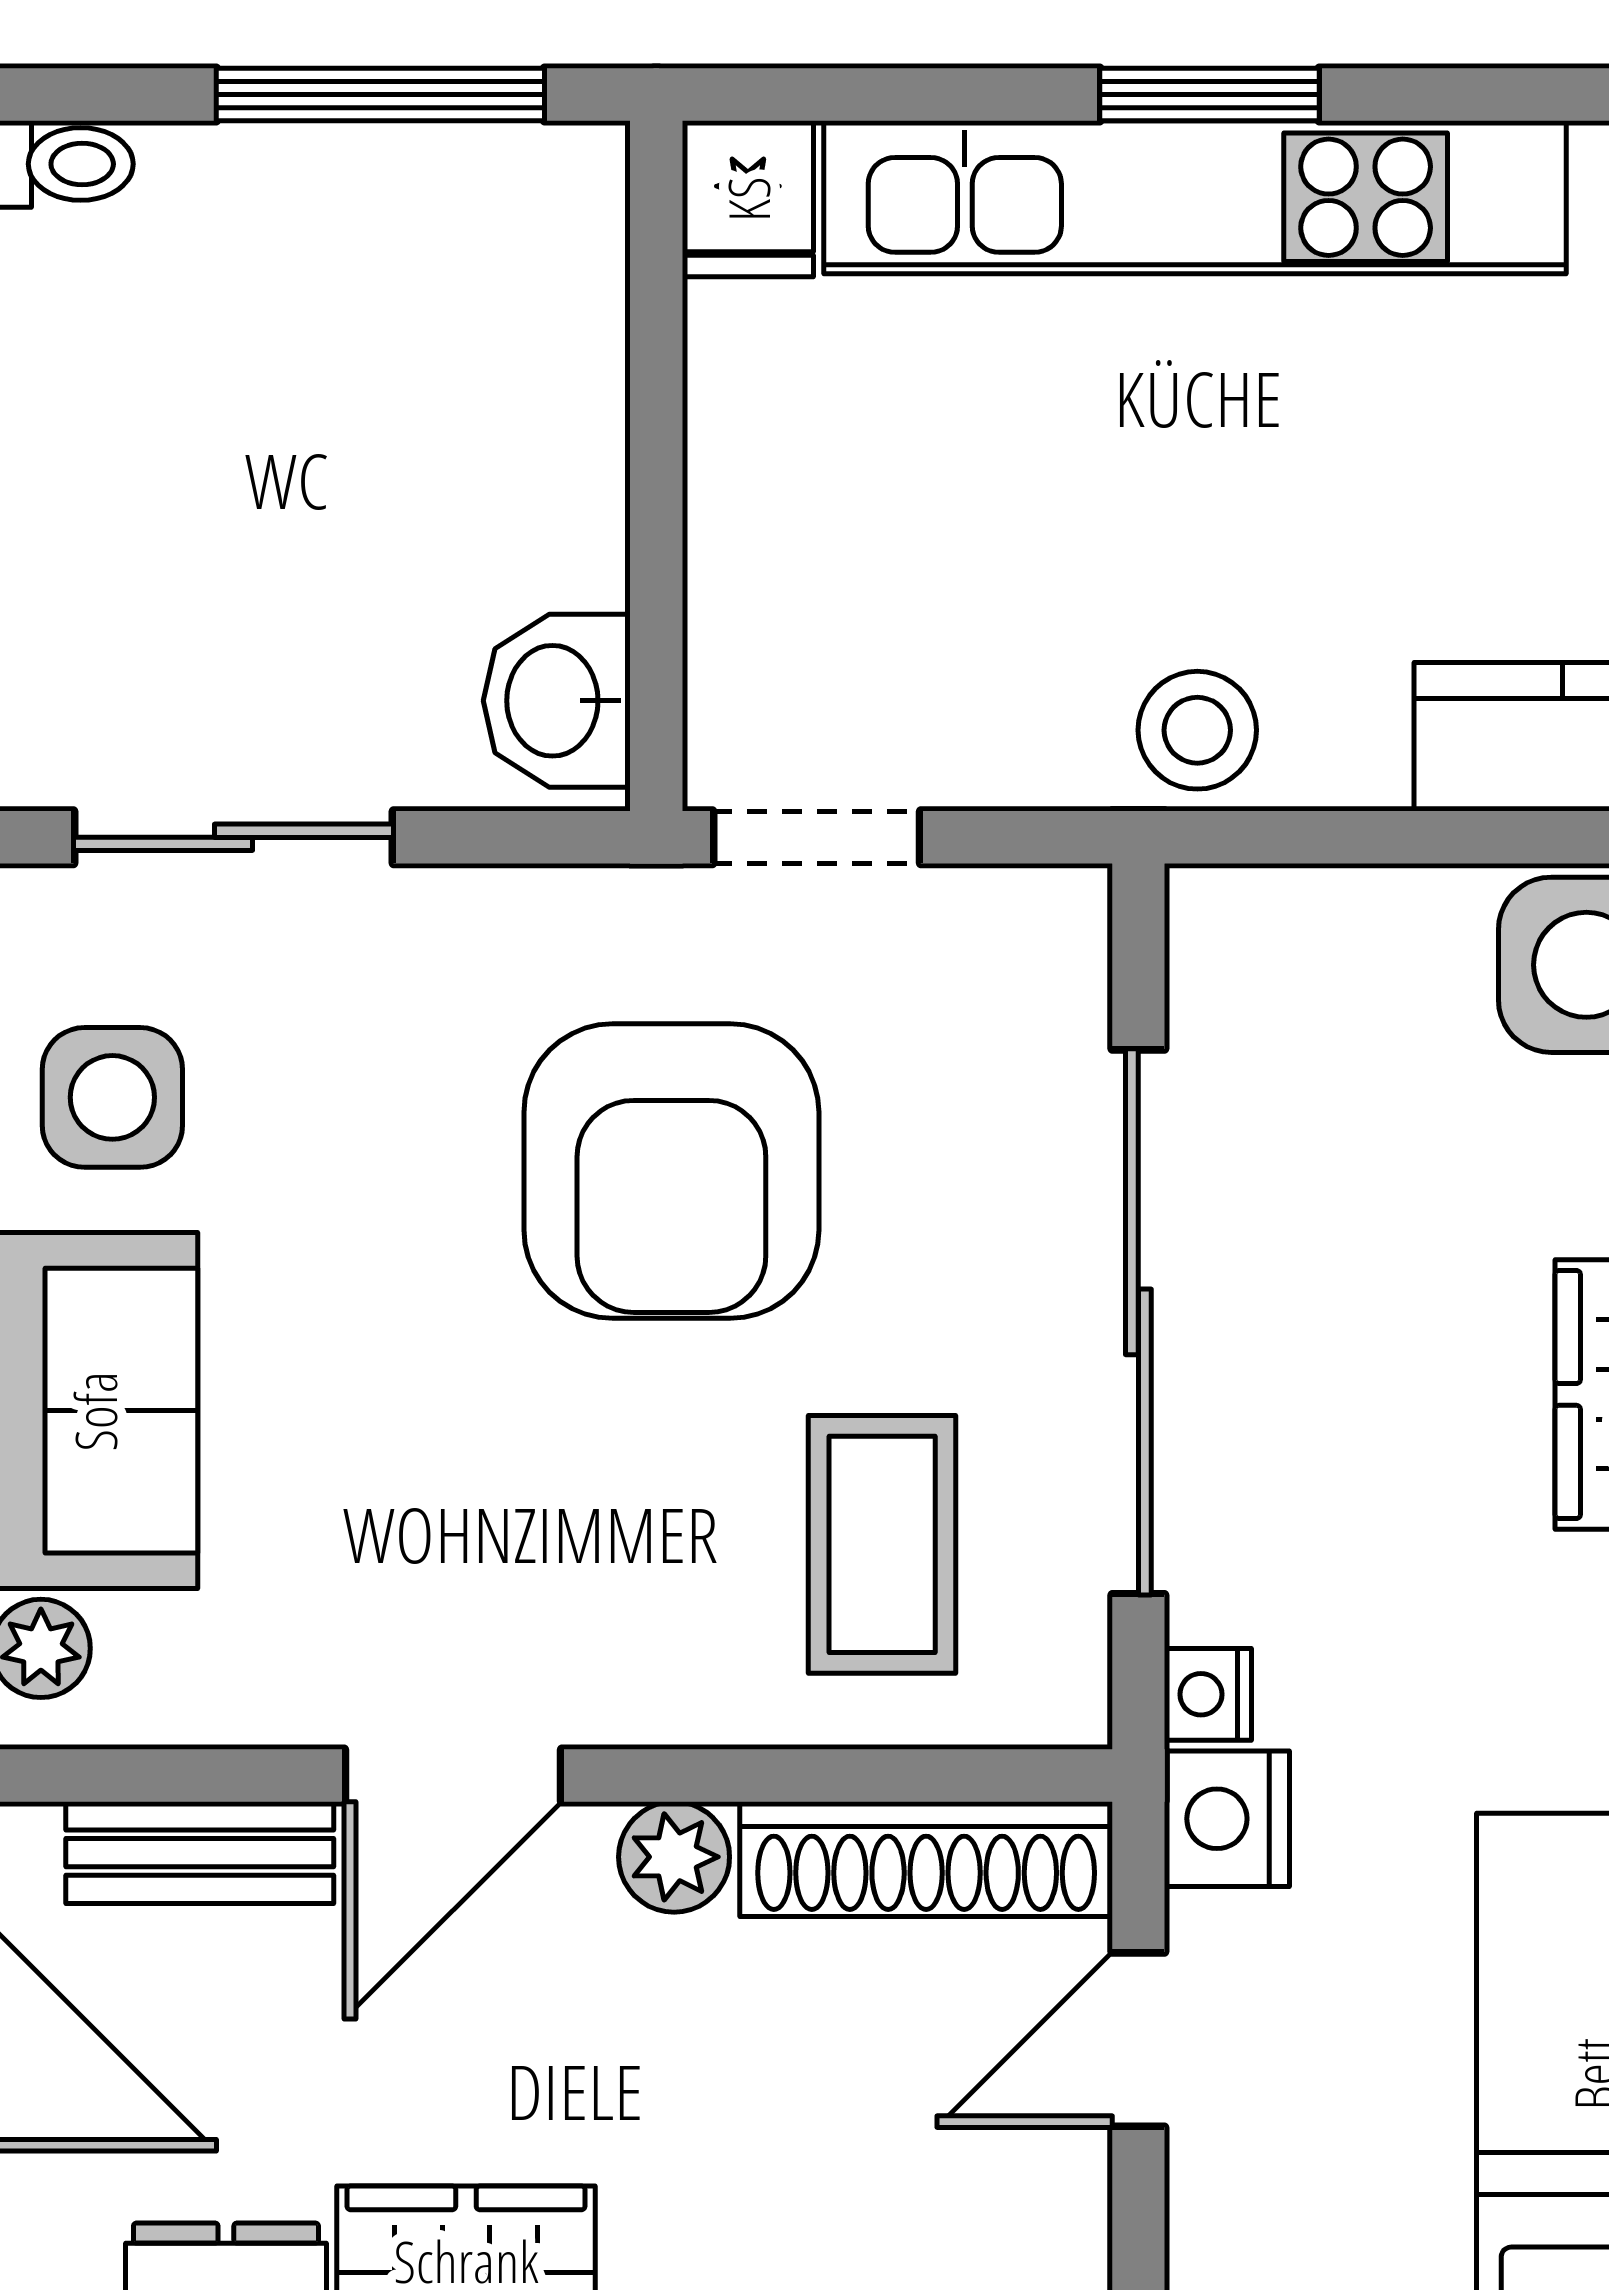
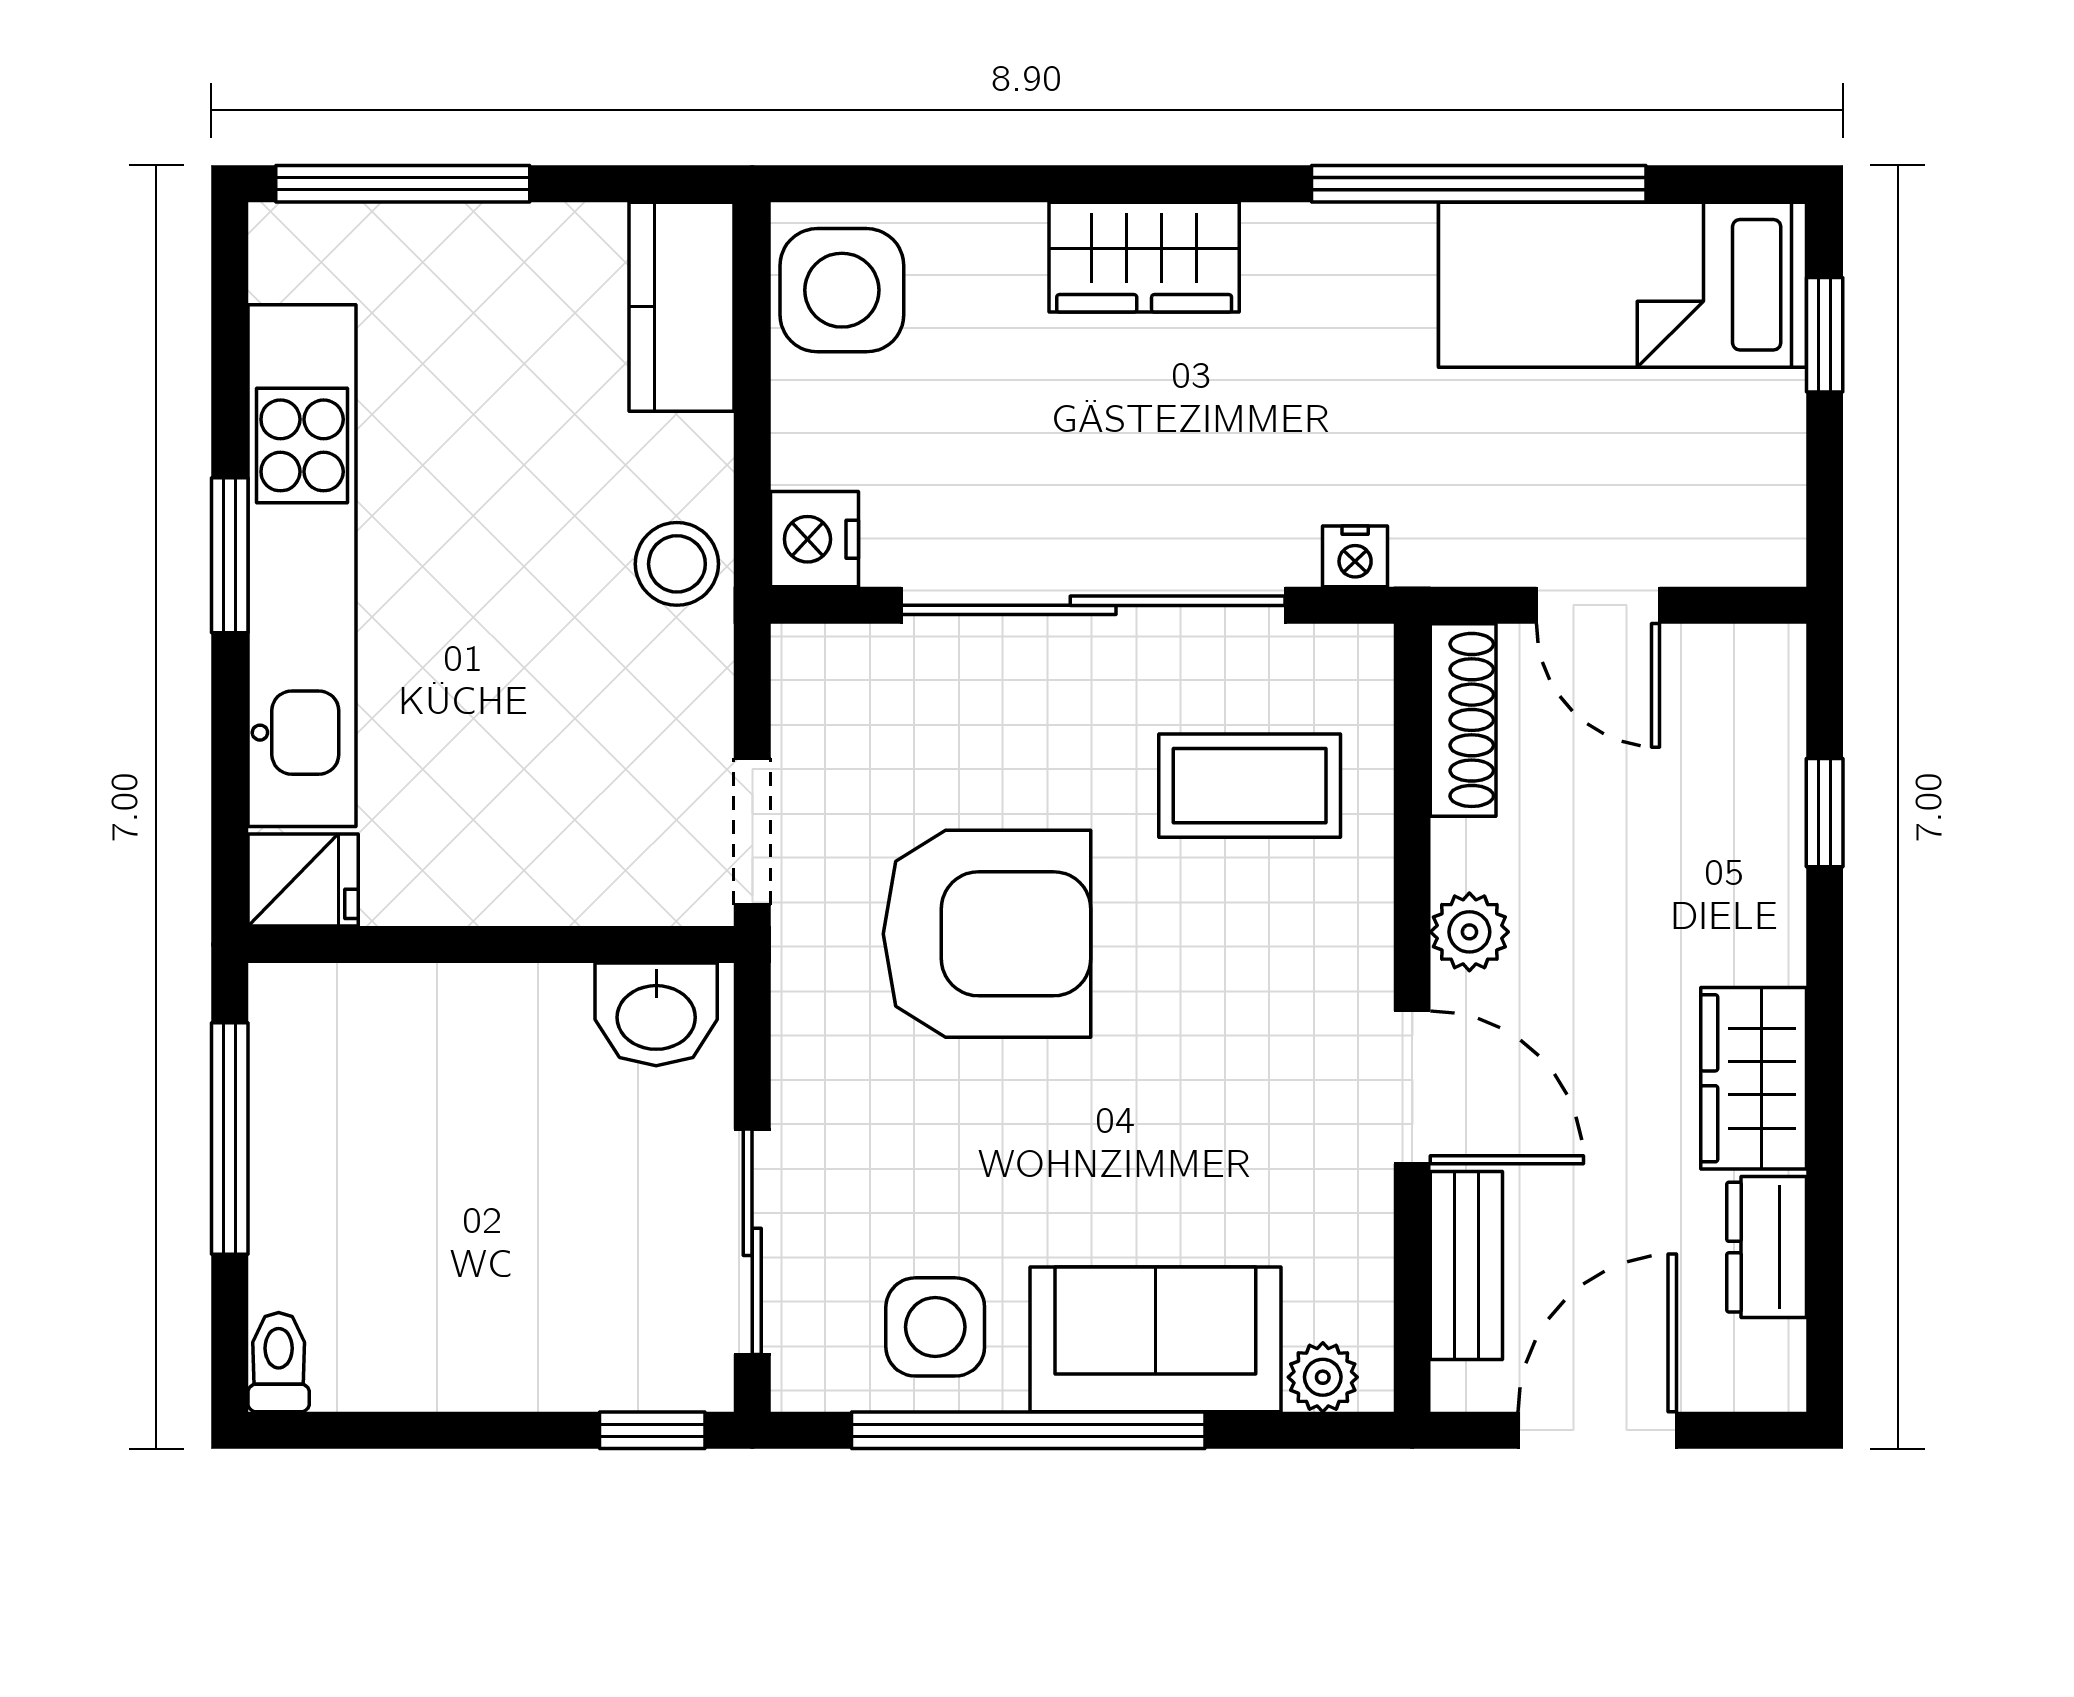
nightstand: (1227, 1819) -> (814, 539), moved, turned 90
shoe rack: (926, 1859) -> (1463, 720), width x0.74, depth x0.81

